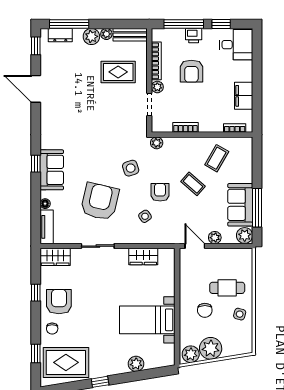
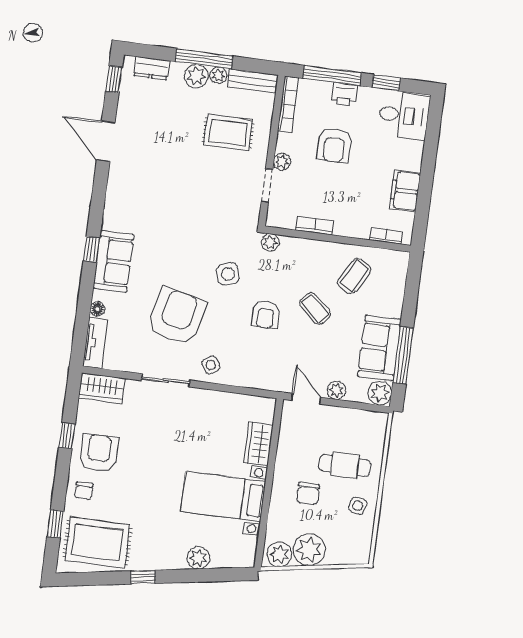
window: (69, 24) -> (204, 59), moved
bookcase: (156, 61) -> (288, 104), moved
armchair: (160, 192) -> (266, 314), turned 180
side table: (145, 216) -> (211, 365), moved
wardrobe: (143, 257) -> (258, 444), moved, turned 90

